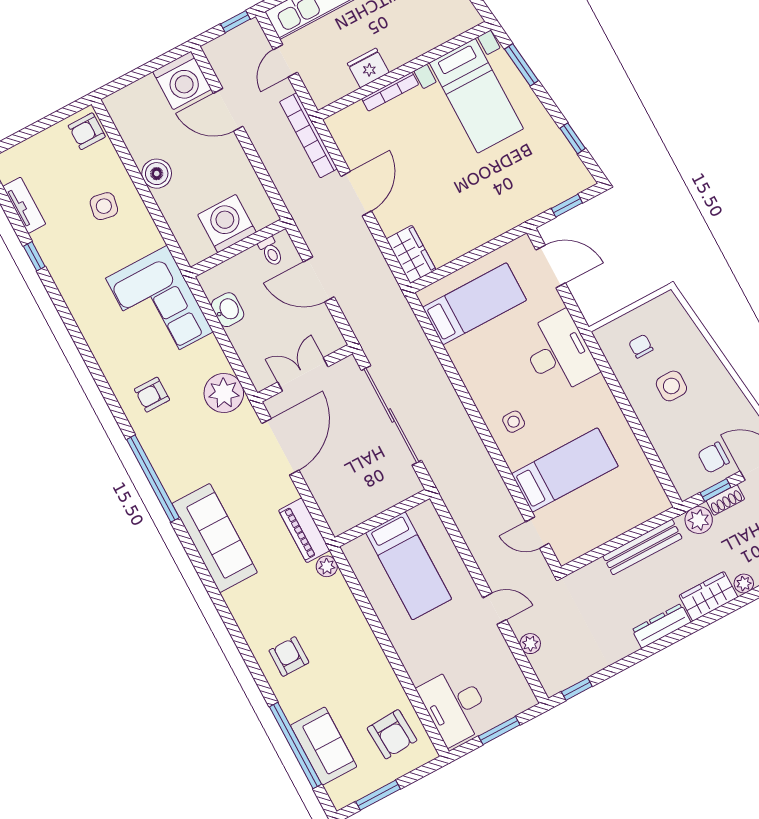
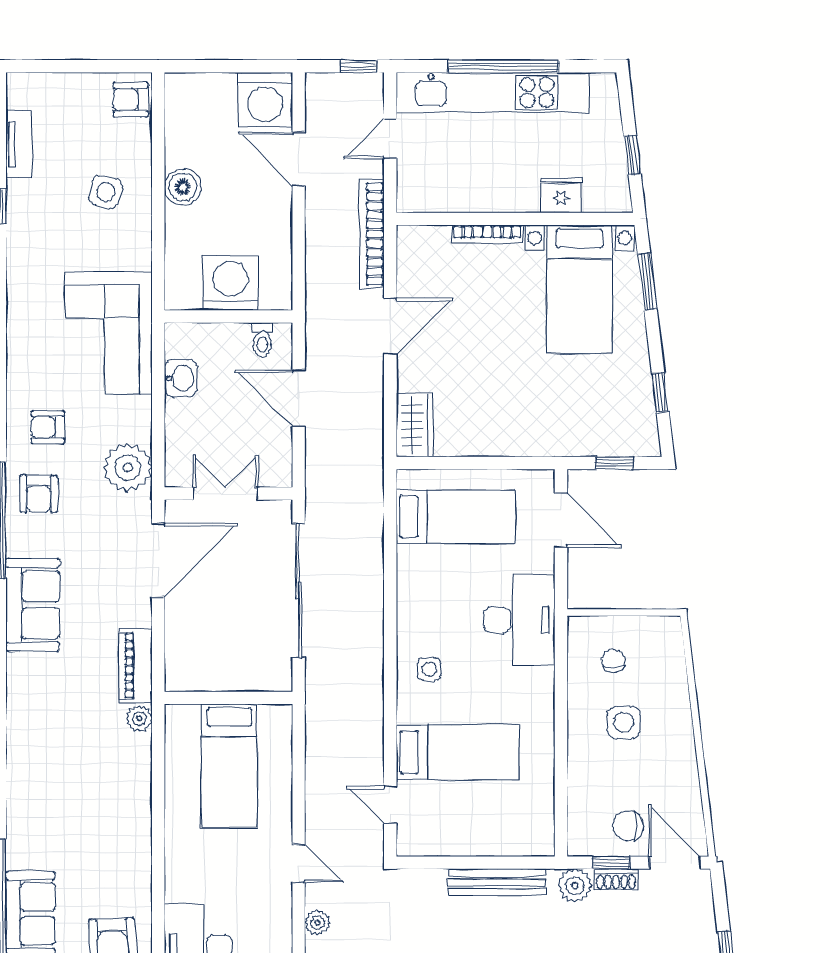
fridge: (368, 68) -> (561, 195), moved
sofa: (215, 538) -> (33, 605), width x0.73
armchair: (289, 657) -> (39, 494), moved, turned 180

